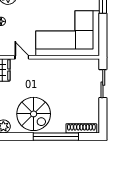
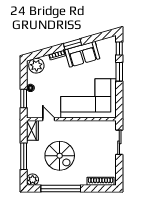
spiral stairs: (34, 114) -> (60, 156), moved
window: (56, 137) -> (61, 189), moved

